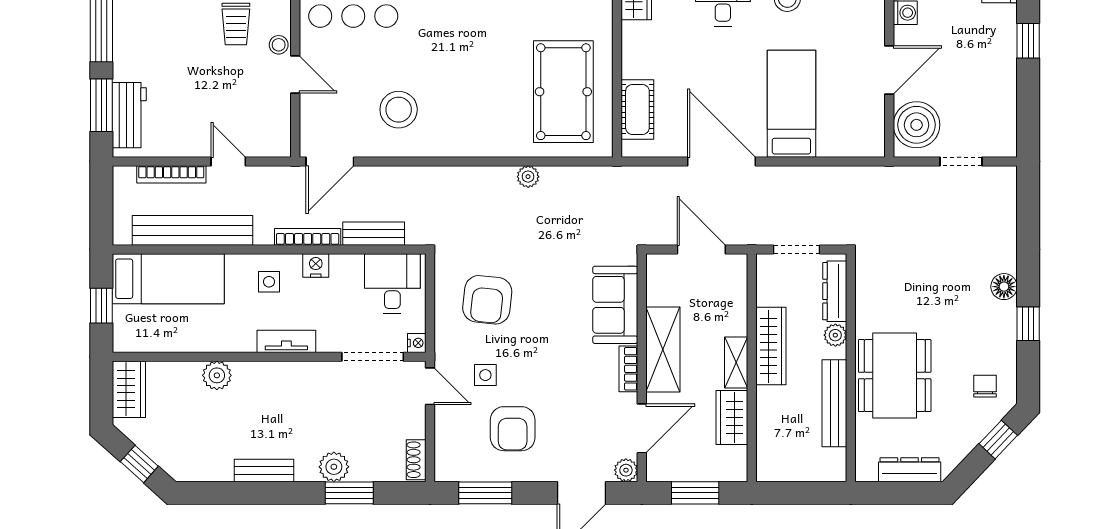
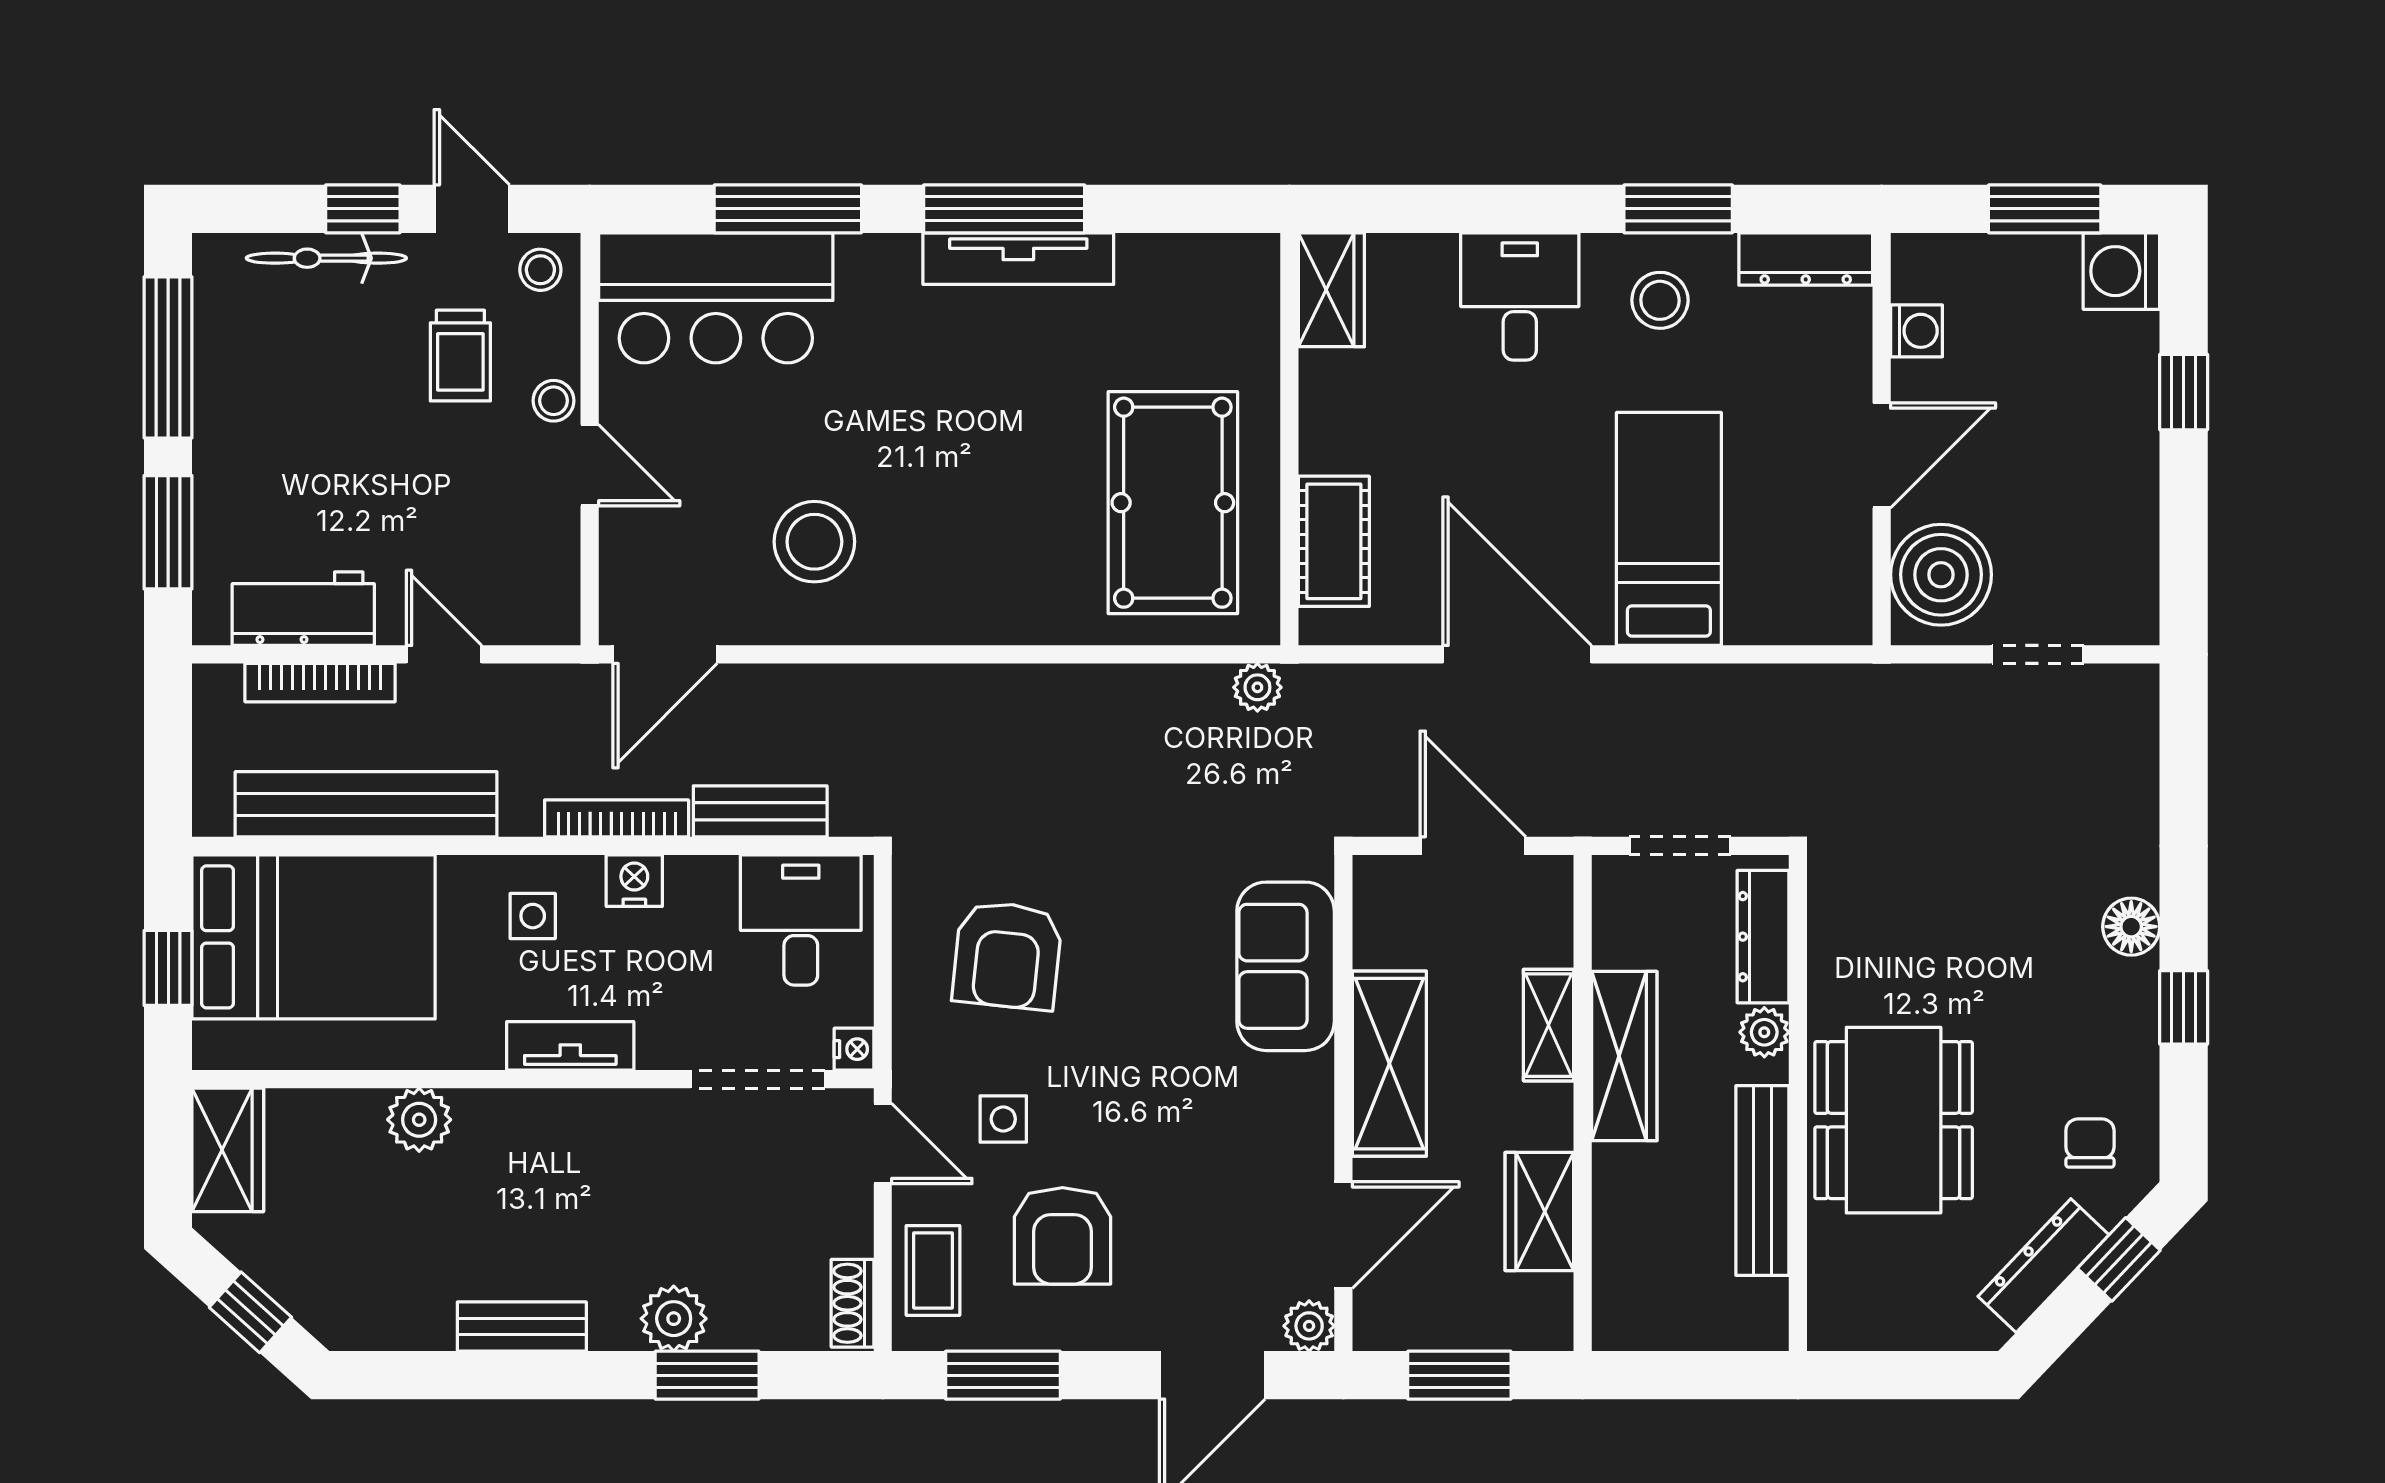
workbench: (129, 115) -> (303, 609), moved, turned -90
plant: (528, 177) -> (1257, 687), moved
bed: (168, 279) -> (314, 937), width x1.50
shelving: (736, 363) -> (1548, 1025), moved
bookcase: (628, 369) -> (1314, 1105), removed
coffee table: (453, 445) -> (933, 1270), added
dresser: (910, 470) -> (2043, 1266), moved, turned -46

